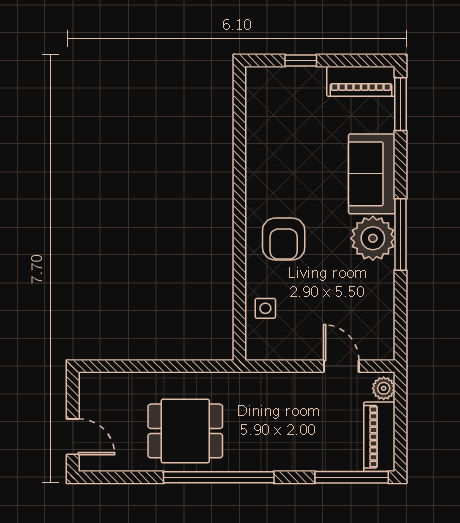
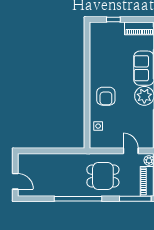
dining table: (185, 431) -> (103, 176), moved

